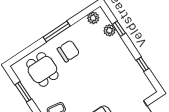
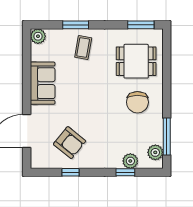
window: (57, 31) -> (167, 136), moved
armchair: (124, 78) -> (70, 143), added
window: (23, 92) -> (141, 25), moved

